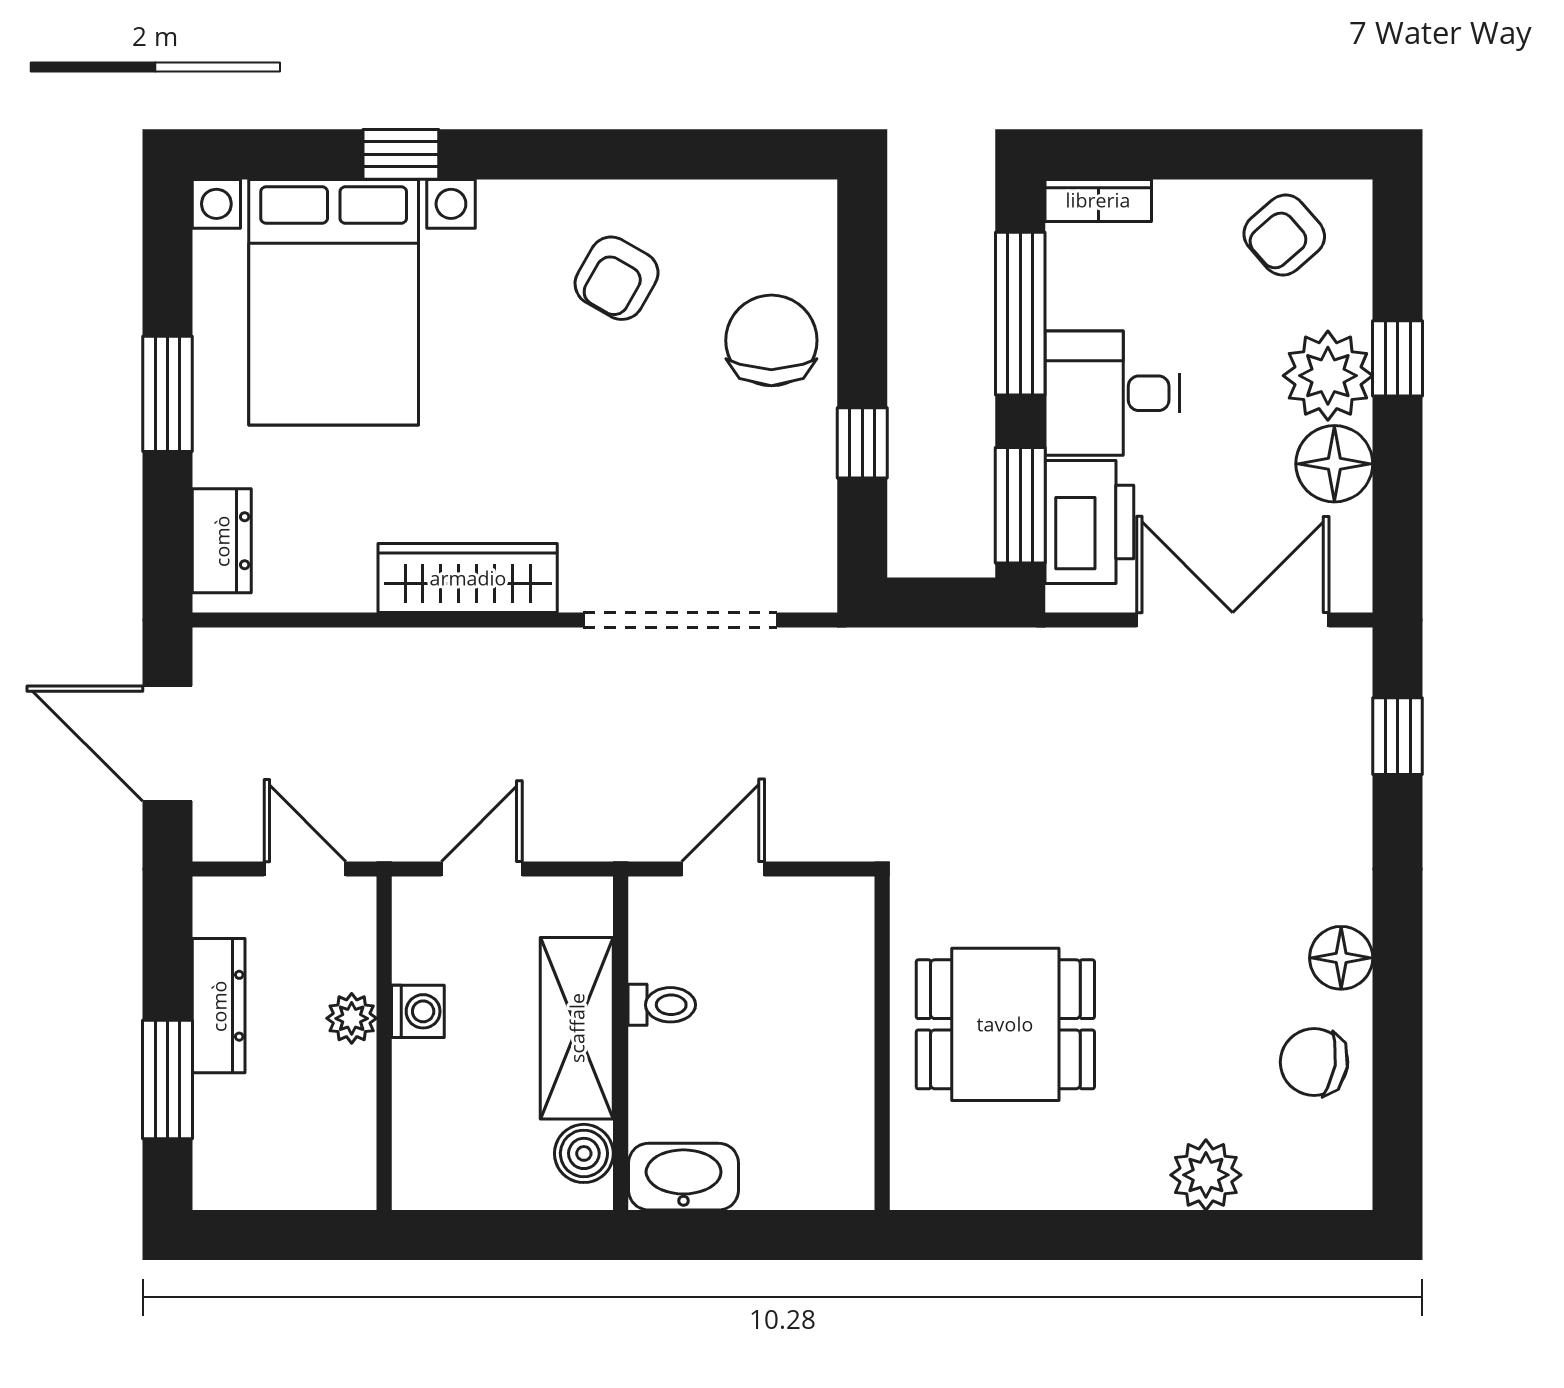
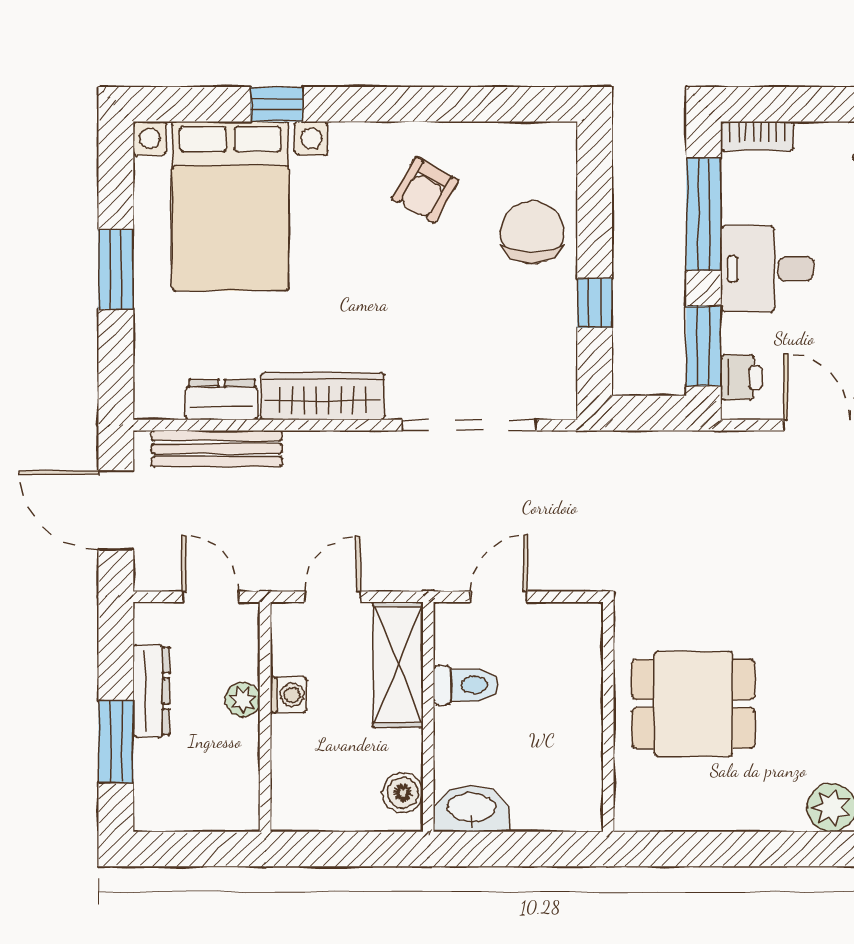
printer: (1089, 522) -> (741, 377), width x0.53, depth x0.68
dresser: (222, 541) -> (222, 400), moved, turned -90
bench: (314, 654) -> (217, 449), added
toilet: (662, 1005) -> (465, 685), width x1.37, depth x1.39
shelving: (577, 1028) -> (398, 665), moved

